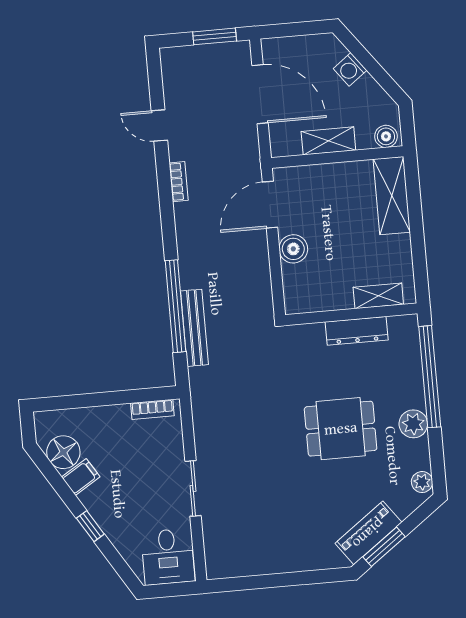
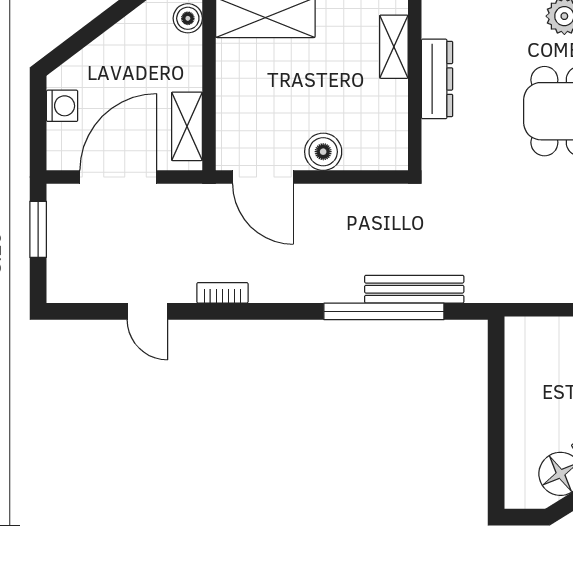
washing machine: (350, 69) -> (62, 106), moved, turned -53
door: (159, 125) -> (147, 311), hinge flipped
shelving: (328, 141) -> (187, 126), moved
bookcase: (152, 409) -> (515, 353), removed

